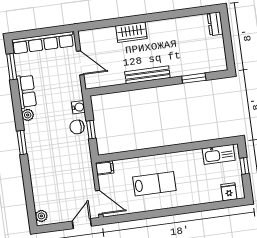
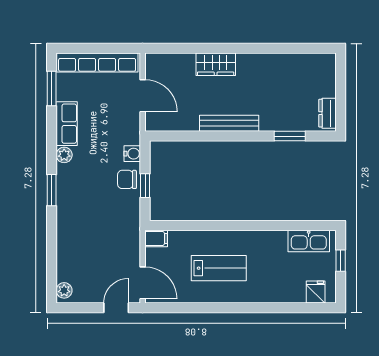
dresser: (215, 24) -> (327, 113), moved

